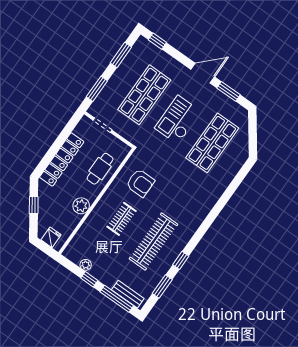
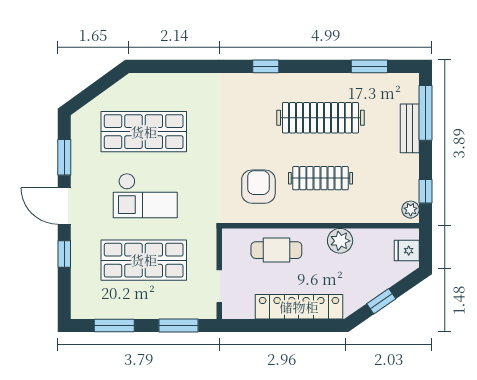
window: (157, 41) -> (64, 254), moved
clothes rail: (122, 219) -> (320, 178), width x1.36
window: (181, 260) -> (266, 66), moved
plant: (86, 265) -> (411, 210), moved
window: (89, 279) -> (425, 191), moved
bench: (128, 294) -> (410, 128), moved

